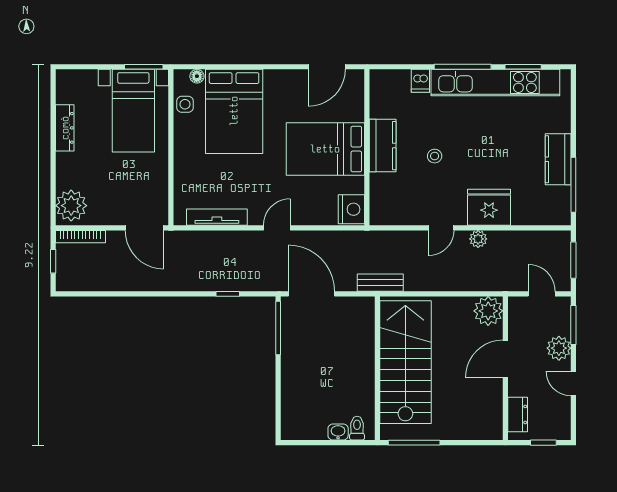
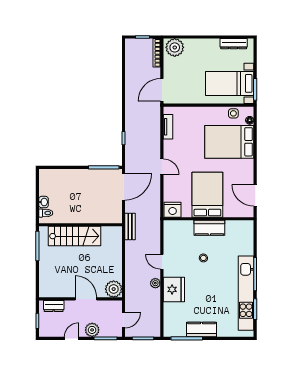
dishwasher: (420, 81) -> (247, 250), removed
dresser: (65, 128) -> (234, 44), moved
tv unit: (217, 217) -> (168, 127), width x0.71
stairs: (405, 362) -> (75, 236), width x0.73, depth x0.66

